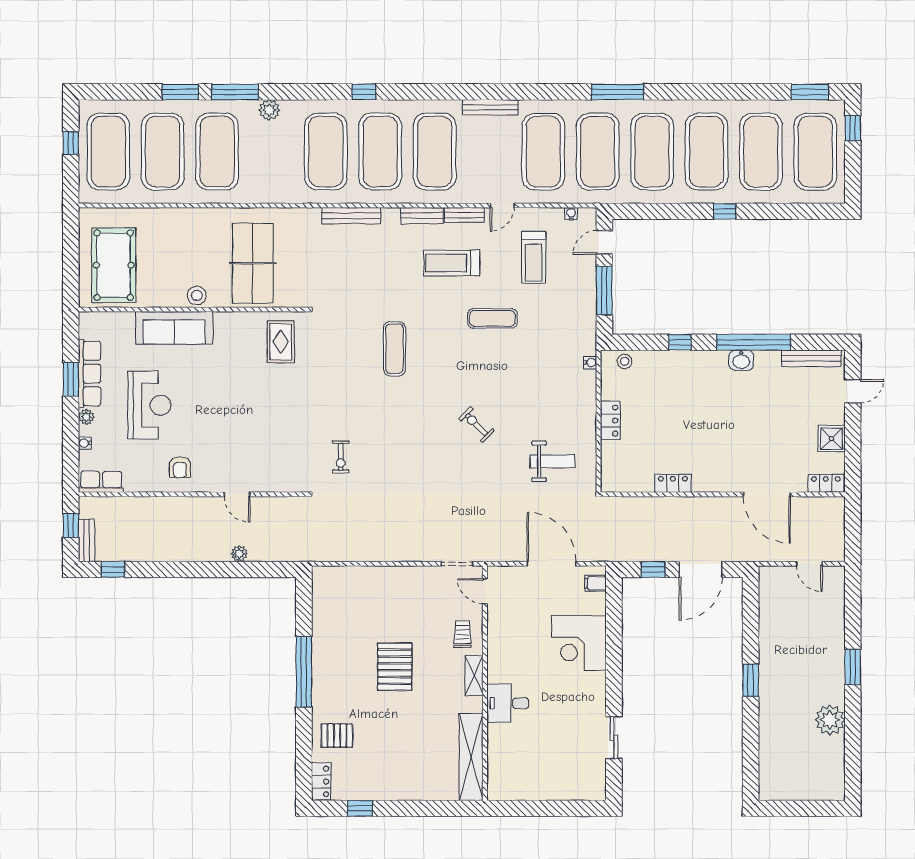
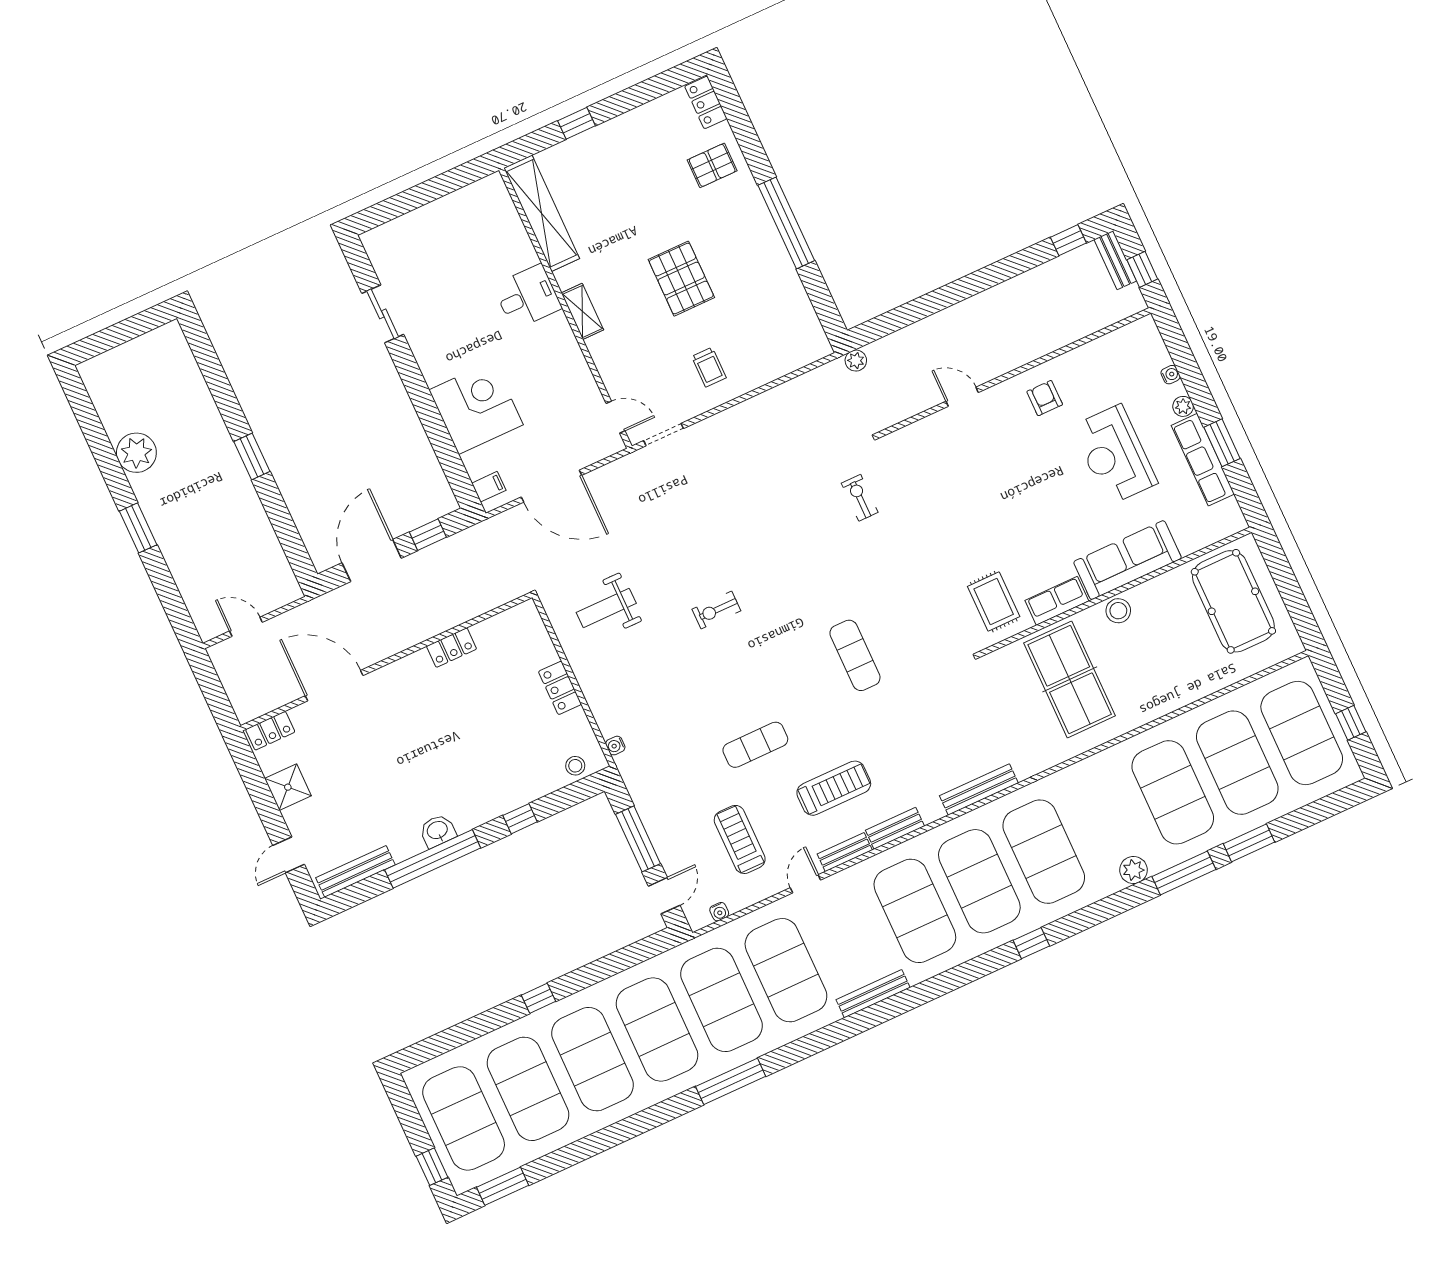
exercise bike: (476, 425) -> (716, 610), turned 135
row of seats: (101, 482) -> (1057, 601), moved, turned 180
plant: (239, 554) -> (856, 361), moved
trolley: (462, 634) -> (709, 367), moved
window: (360, 808) -> (576, 123), moved

